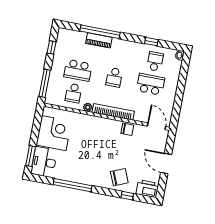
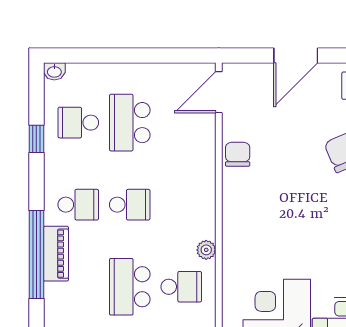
school desk: (119, 54) -> (78, 205), added
school desk: (78, 70) -> (130, 287), turned 180
bookcase: (113, 112) -> (205, 192), removed

